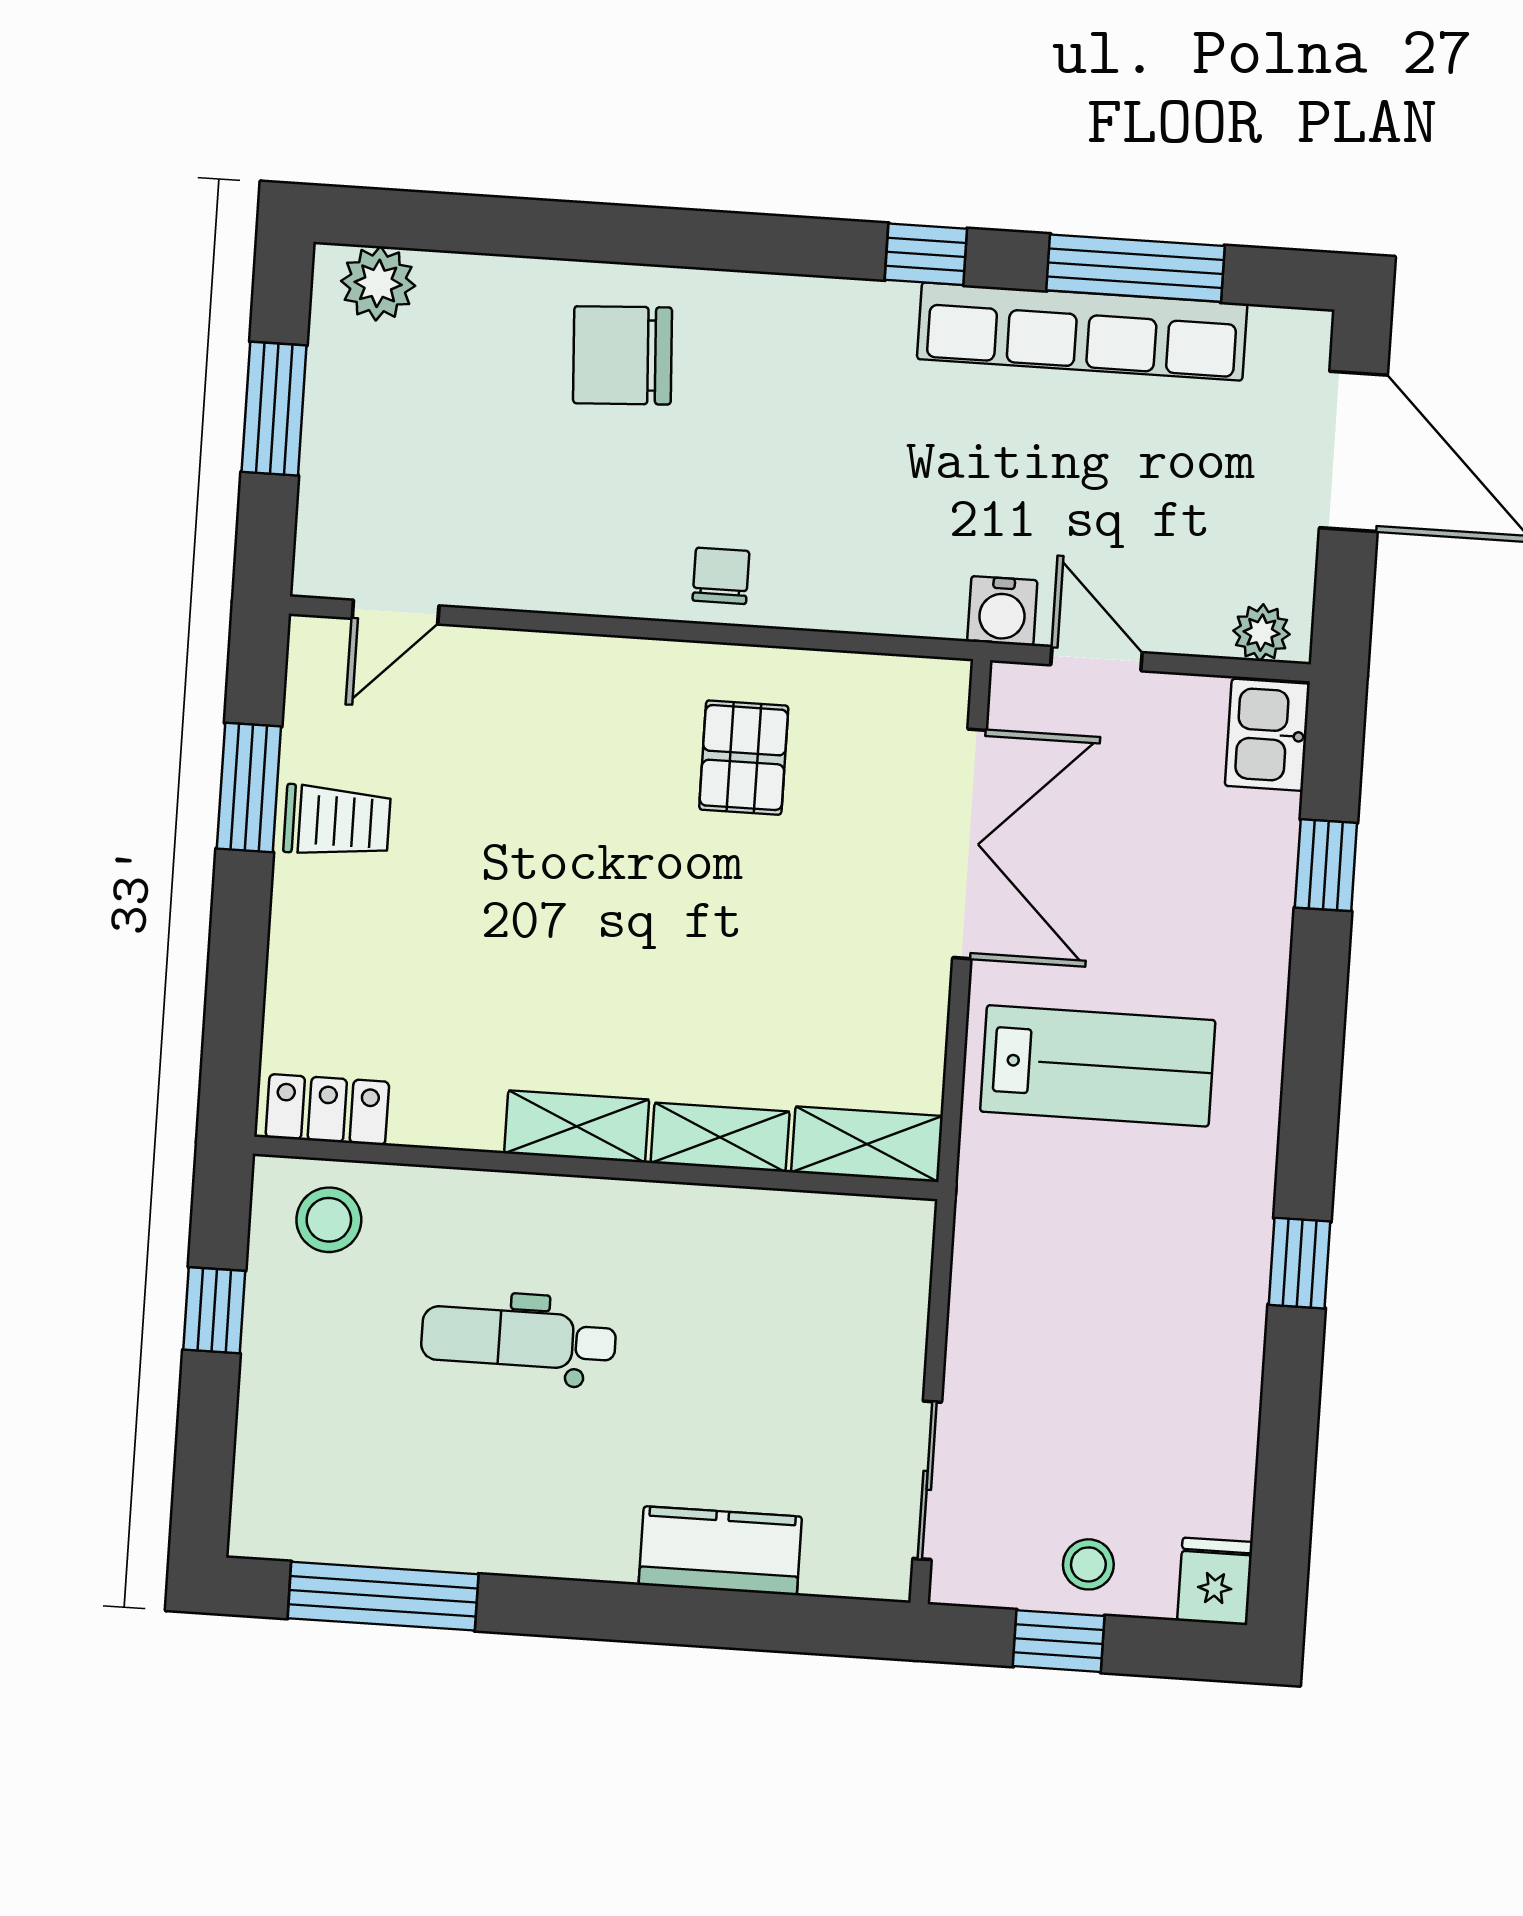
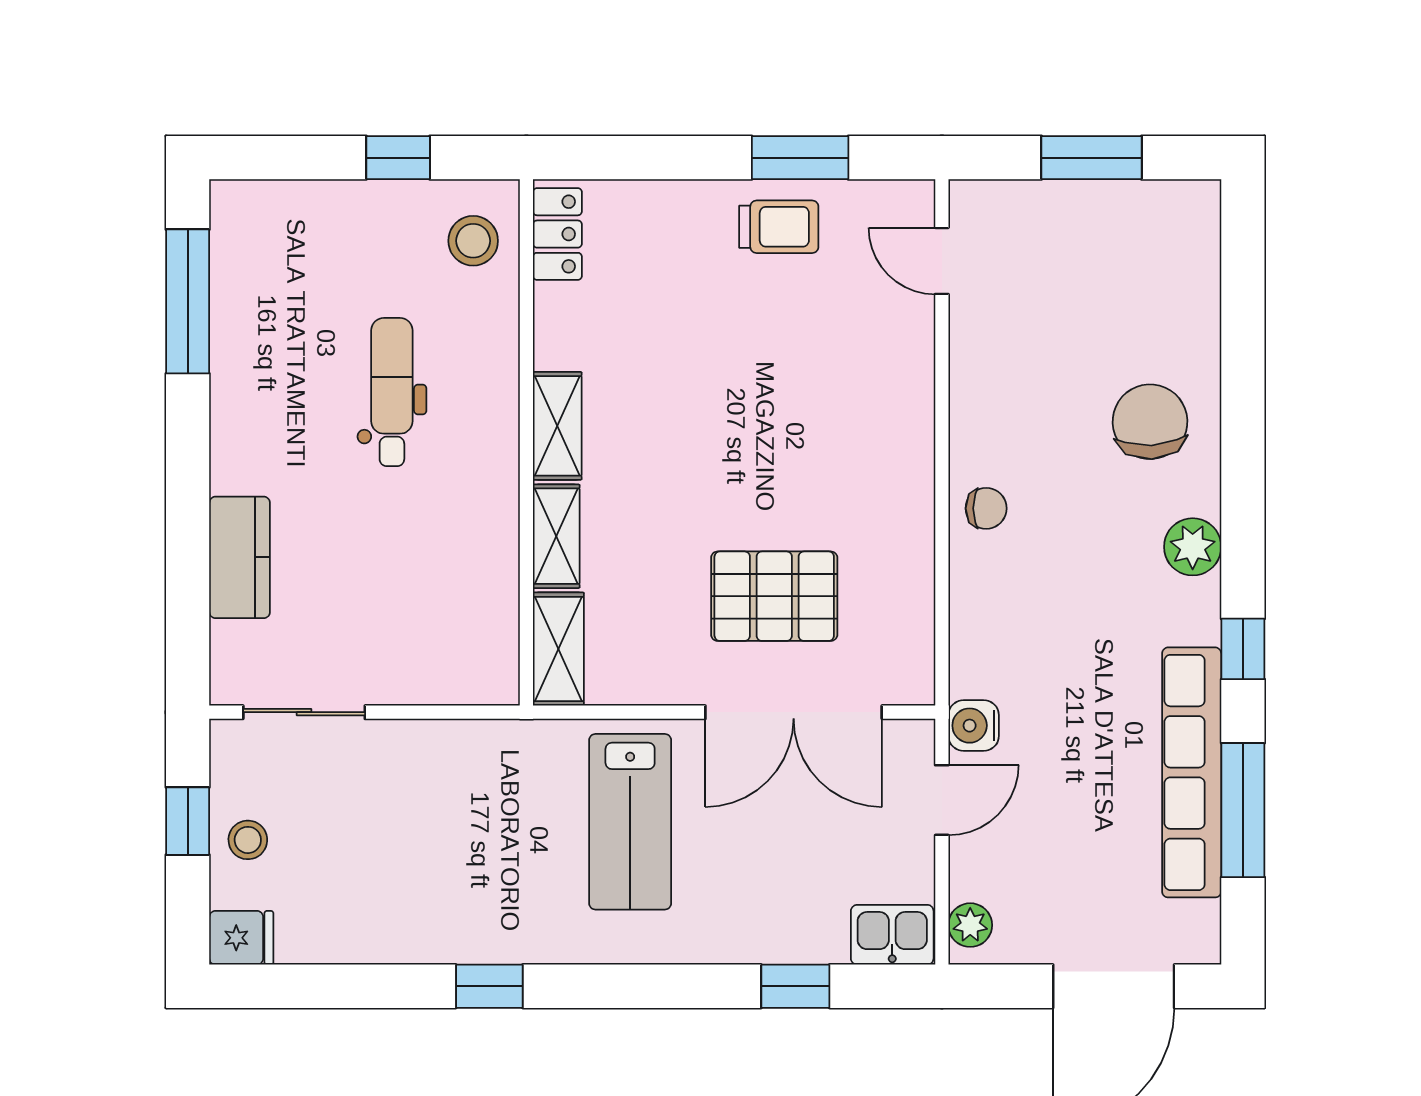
plant: (378, 283) -> (1193, 547), moved
pallet: (744, 758) -> (774, 596), moved, width x1.50, depth x1.42
trolley: (337, 821) -> (779, 227), turned -90

